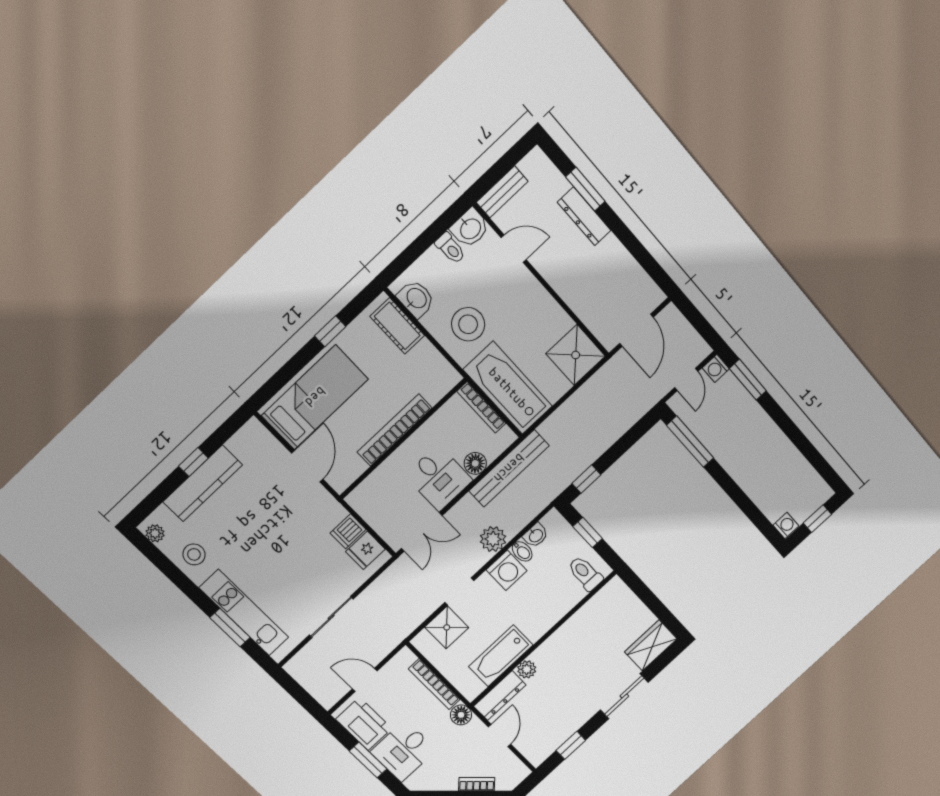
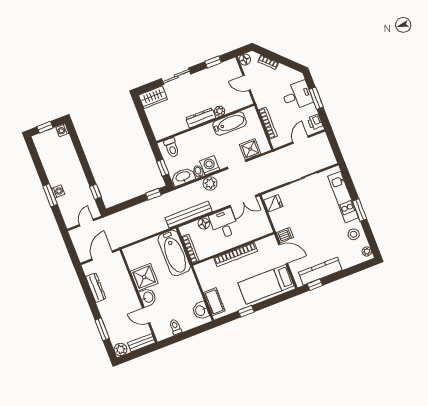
plant: (536, 163) -> (121, 349), added
dresser: (584, 216) -> (96, 288), moved
washbasin: (470, 228) -> (148, 297), moved, turned 90
stool: (468, 324) -> (181, 290), removed
shower: (576, 355) -> (144, 277), moved
washing machine: (716, 368) -> (58, 191), moved
window: (748, 380) -> (50, 195), moved
window: (690, 442) -> (96, 192), width x0.46
window: (193, 462) -> (315, 285), moved
door: (307, 466) -> (283, 254), swing flipped
kitchen counter: (203, 483) -> (320, 271), moved
dishwasher: (348, 531) -> (285, 235), moved
double door: (422, 532) -> (243, 201), swing flipped
washbasin: (536, 535) -> (183, 177), width x1.91, depth x1.45
window: (230, 628) -> (360, 210), moved
door: (365, 680) -> (301, 140), swing flipped
dresser: (500, 696) -> (201, 118), moved
floor lamp: (461, 715) -> (245, 60), moved
printer: (364, 724) -> (315, 122), width x0.53, depth x0.68
door: (500, 735) -> (247, 83), hinge flipped

